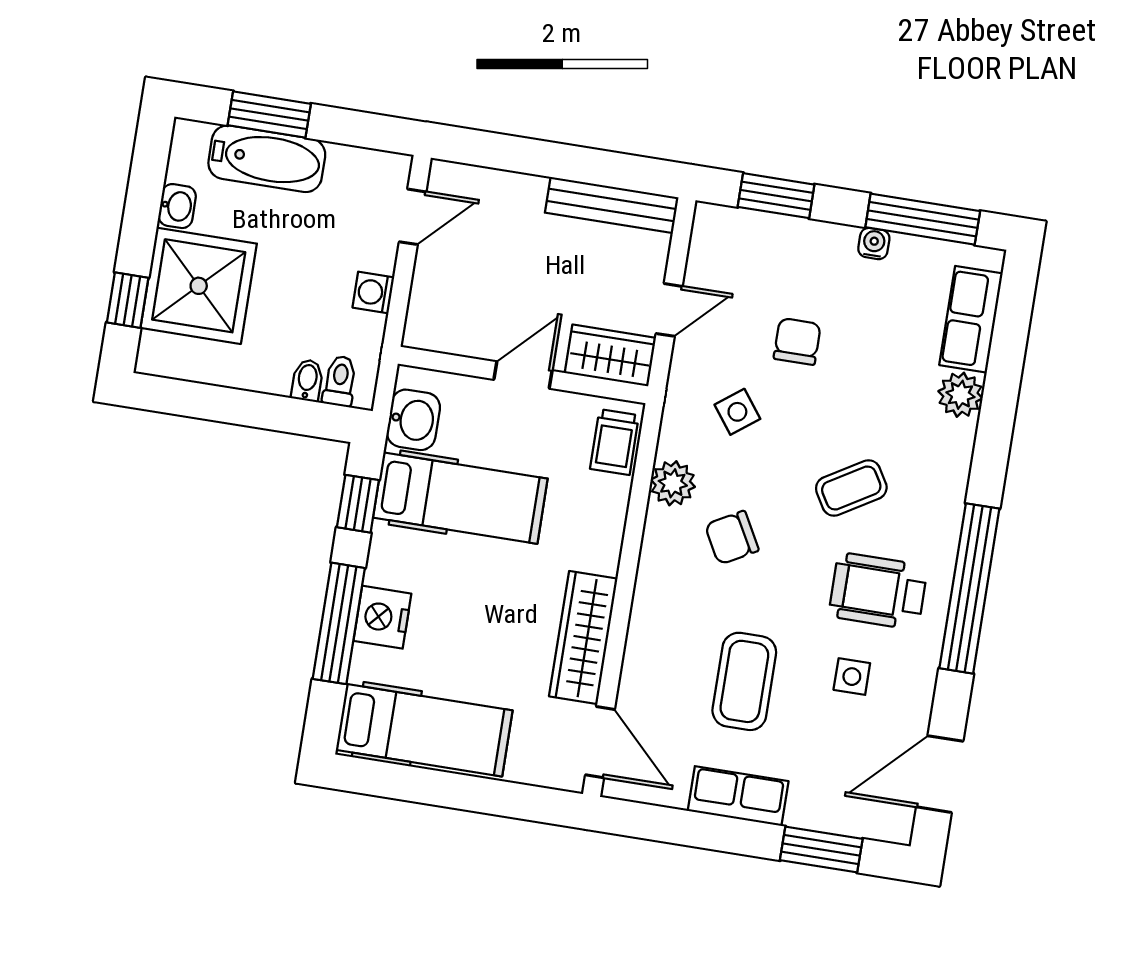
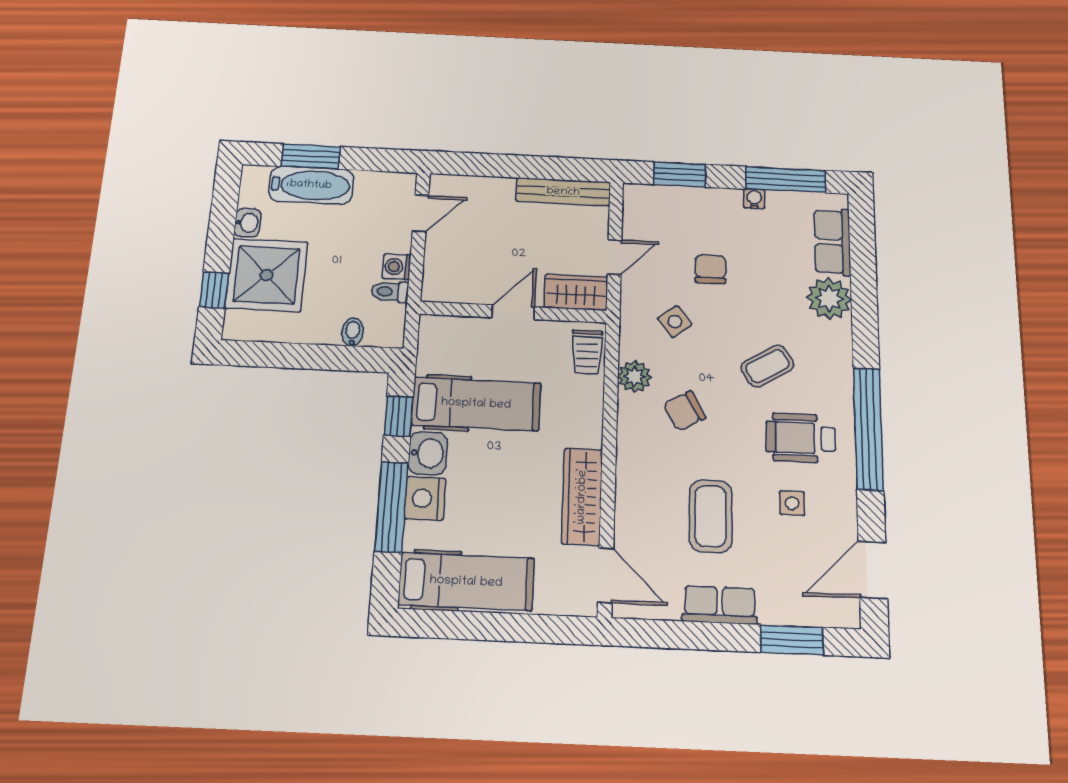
toilet: (340, 381) -> (390, 292), moved, turned -90
plant: (960, 395) -> (829, 299), width x1.36, depth x1.36
washbasin: (413, 420) -> (428, 453), moved

